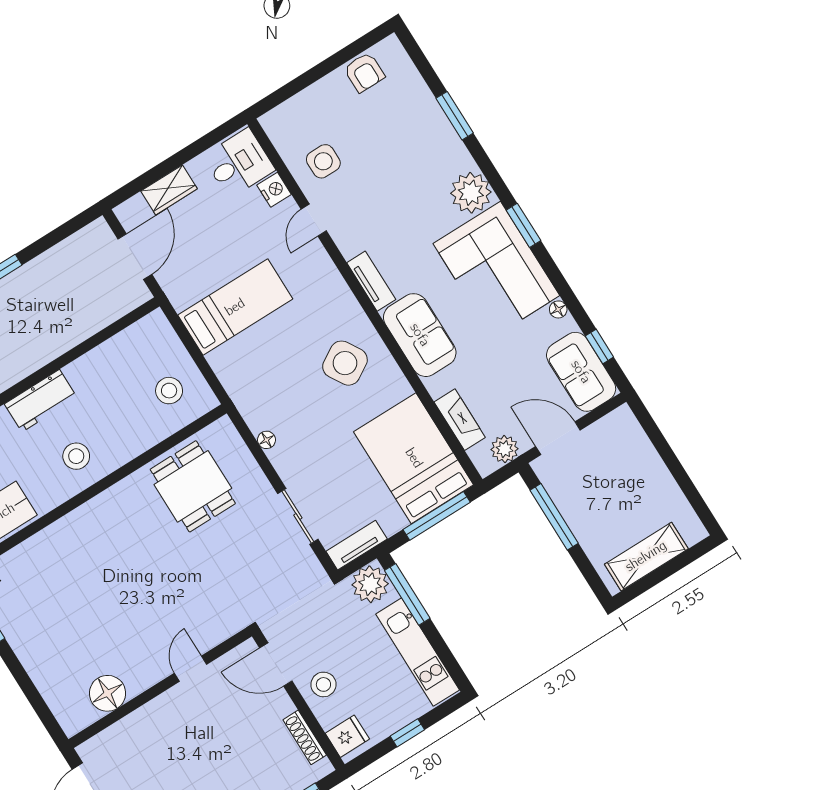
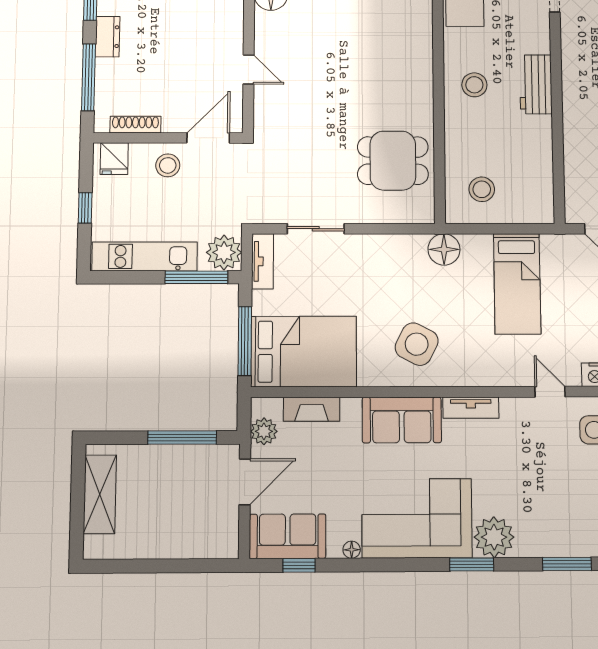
window: (523, 225) -> (472, 564), moved
side table: (345, 363) -> (417, 344), turned -32
floor lamp: (267, 440) -> (444, 249), moved, width x1.89, depth x1.89

